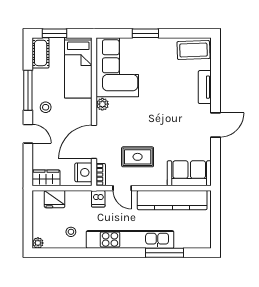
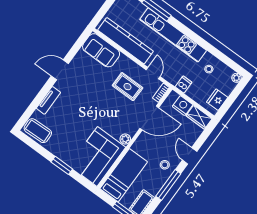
nightstand: (83, 172) -> (183, 106), moved, turned 90
fridge: (55, 199) -> (217, 100), moved, turned -90
dishwasher: (98, 199) -> (184, 85), moved

